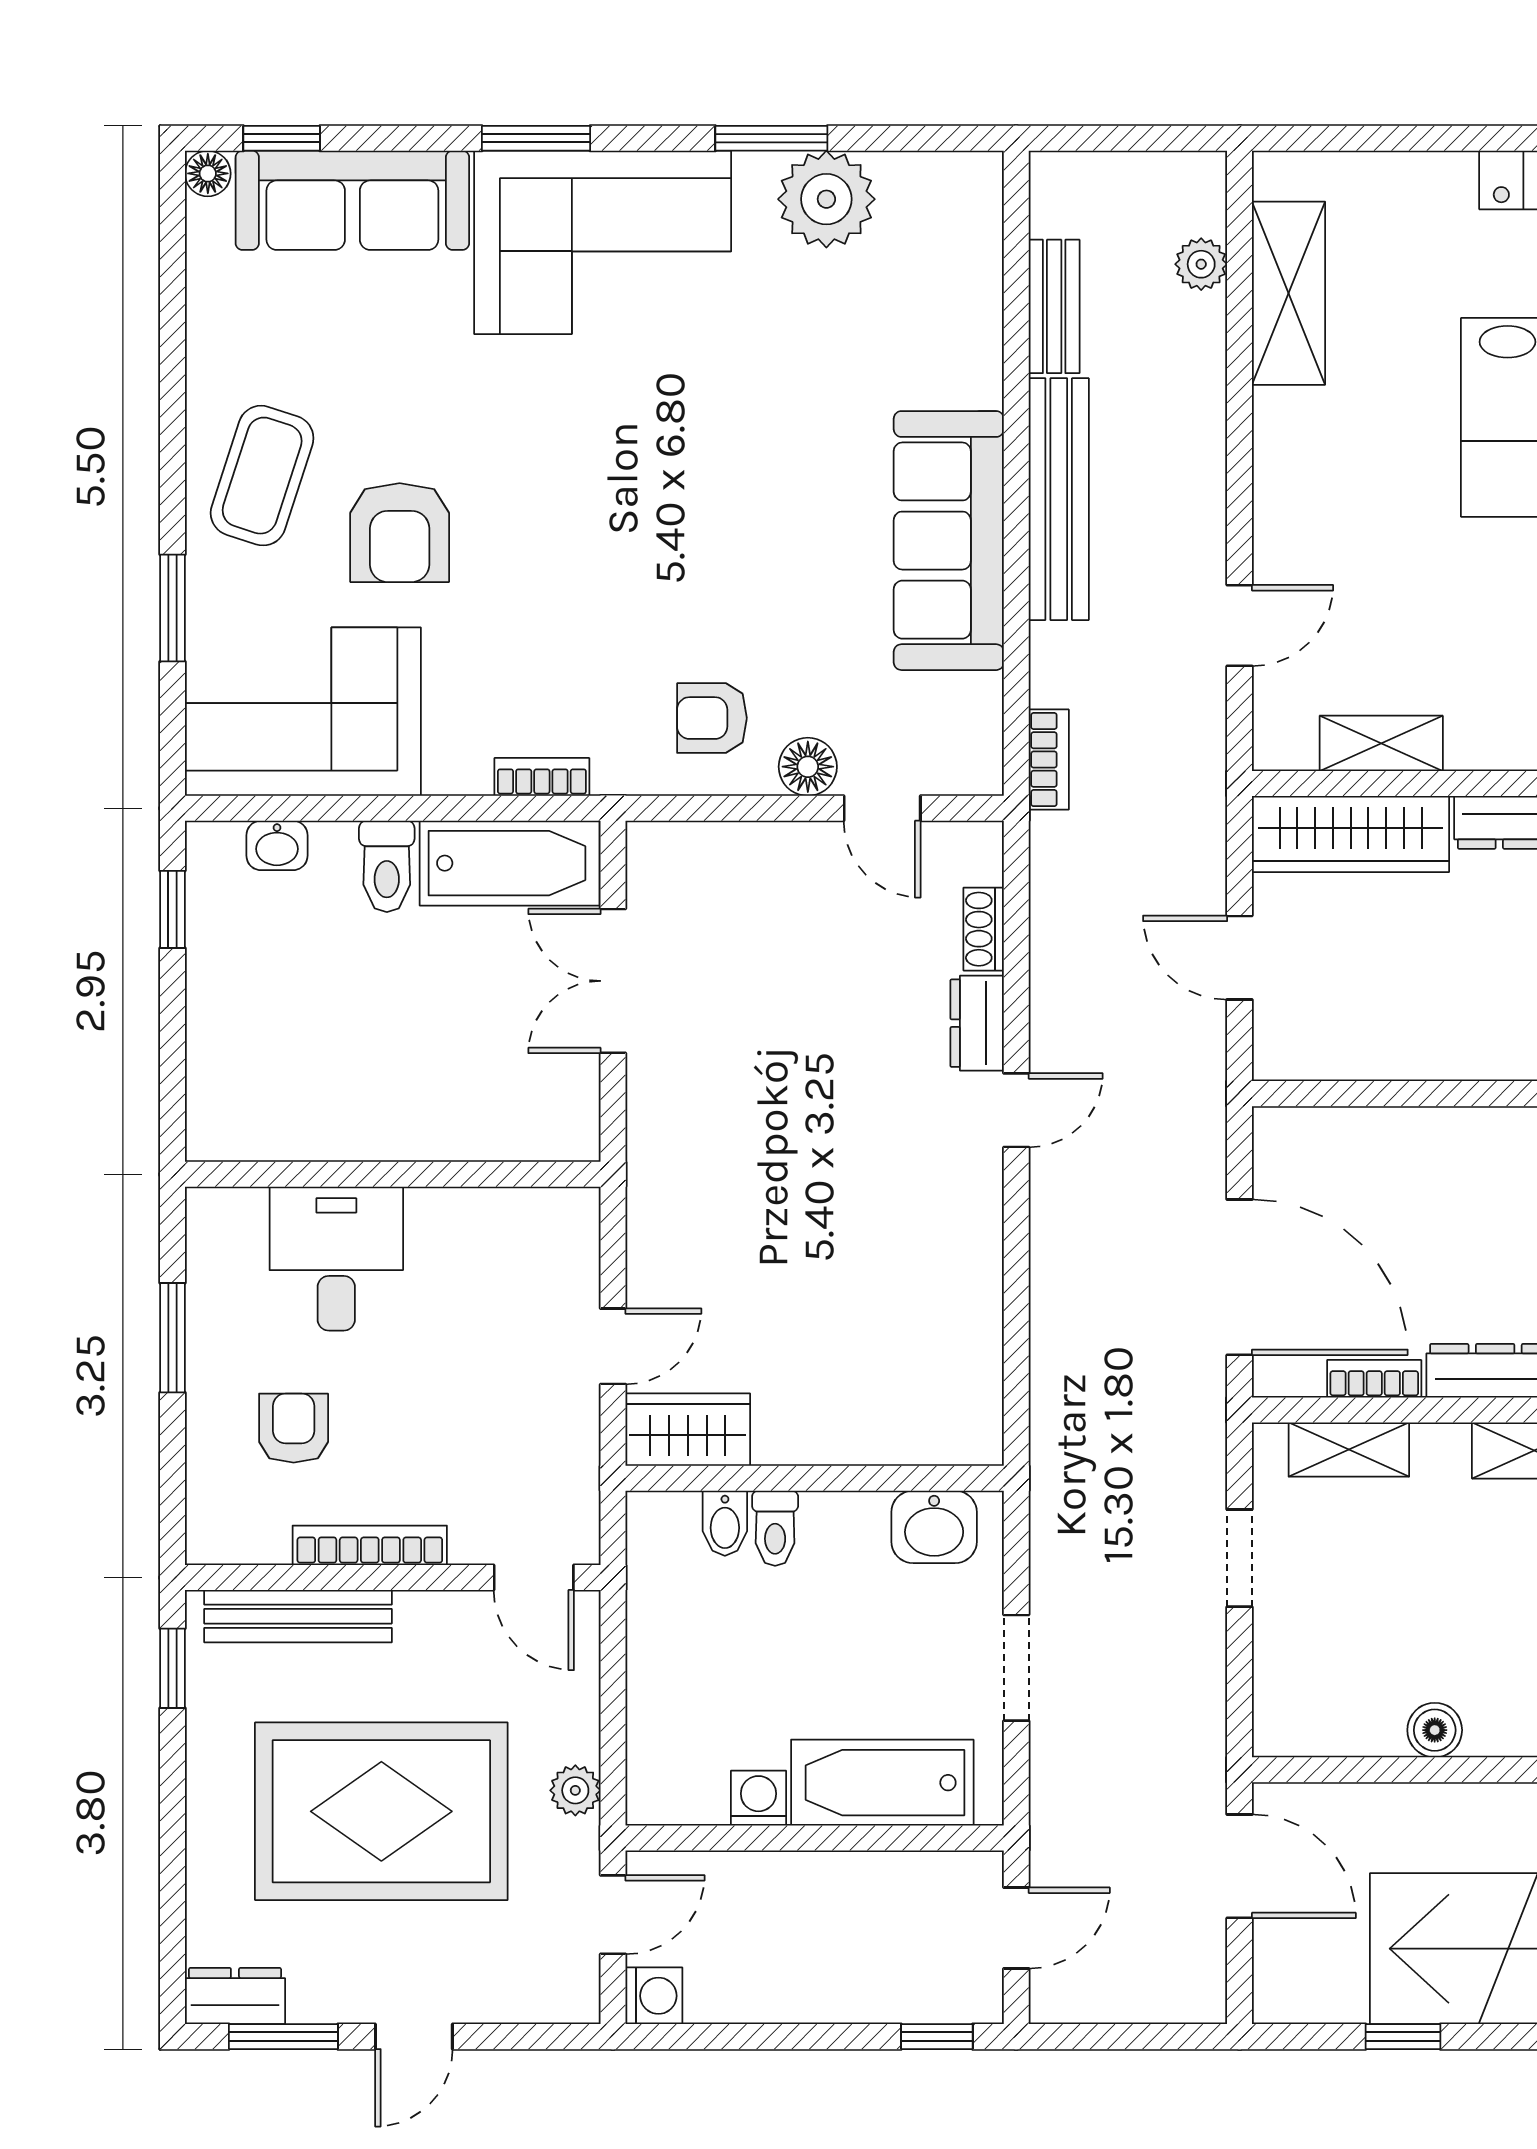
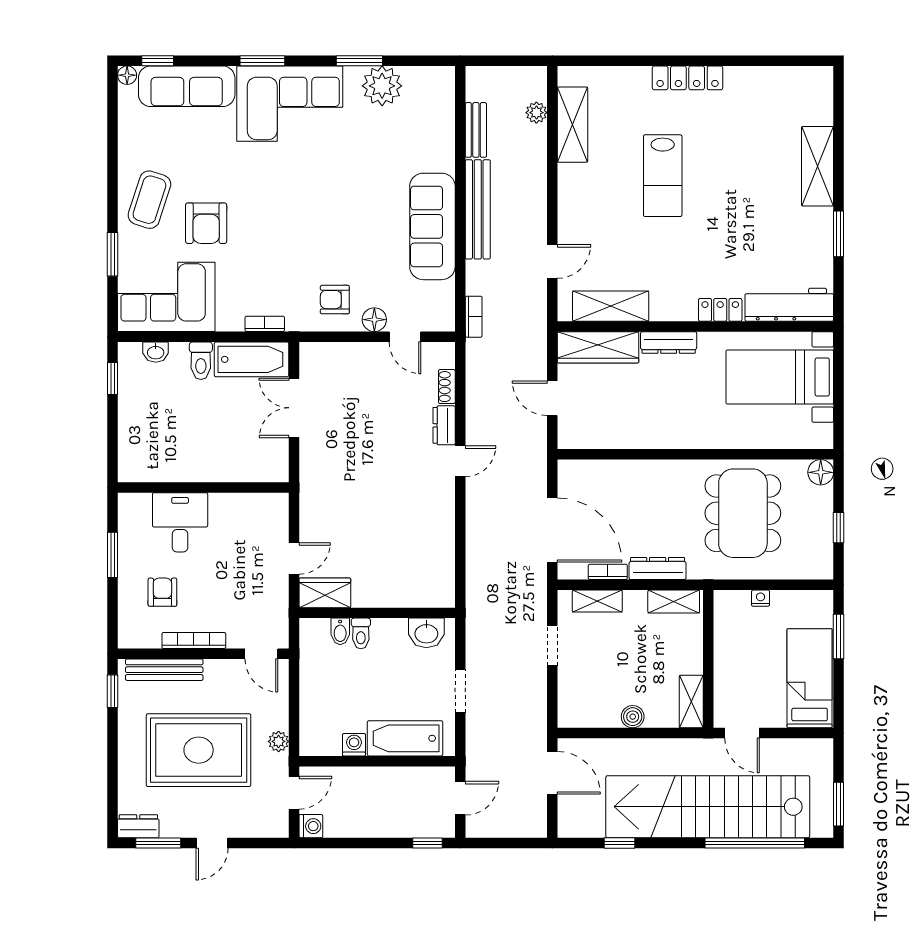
shelving: (1381, 743) -> (611, 306), width x1.50, depth x1.33

